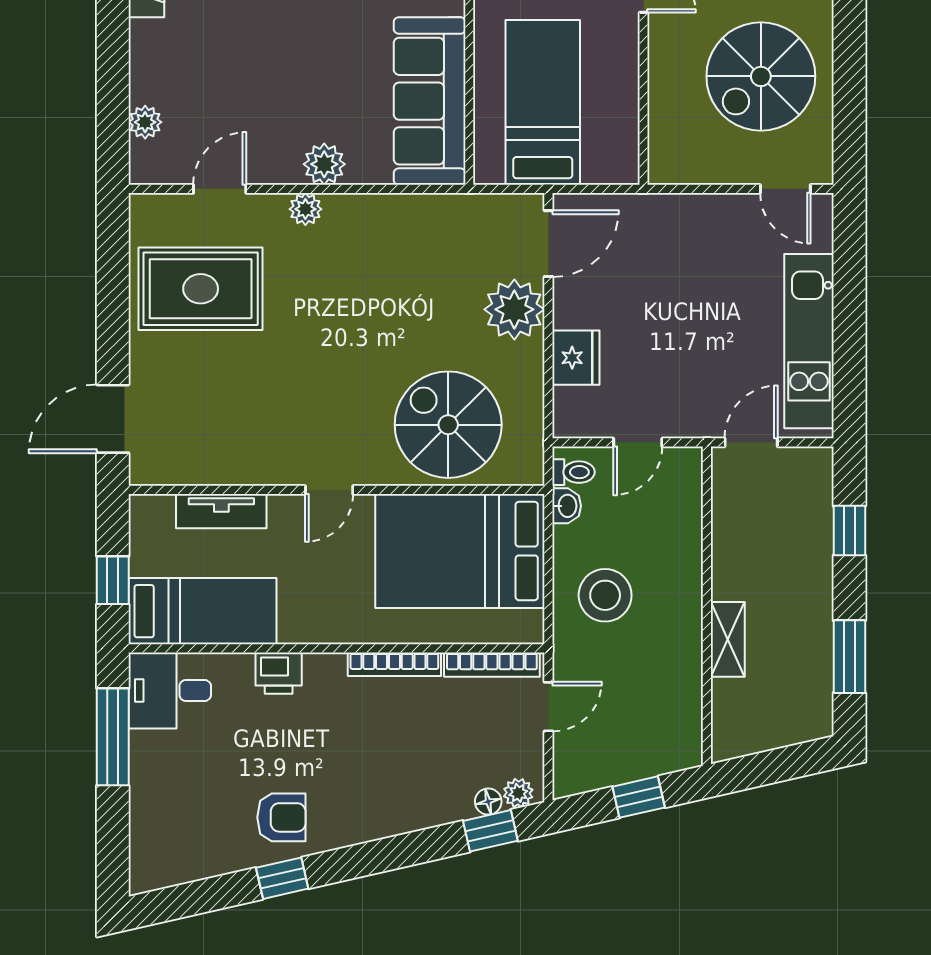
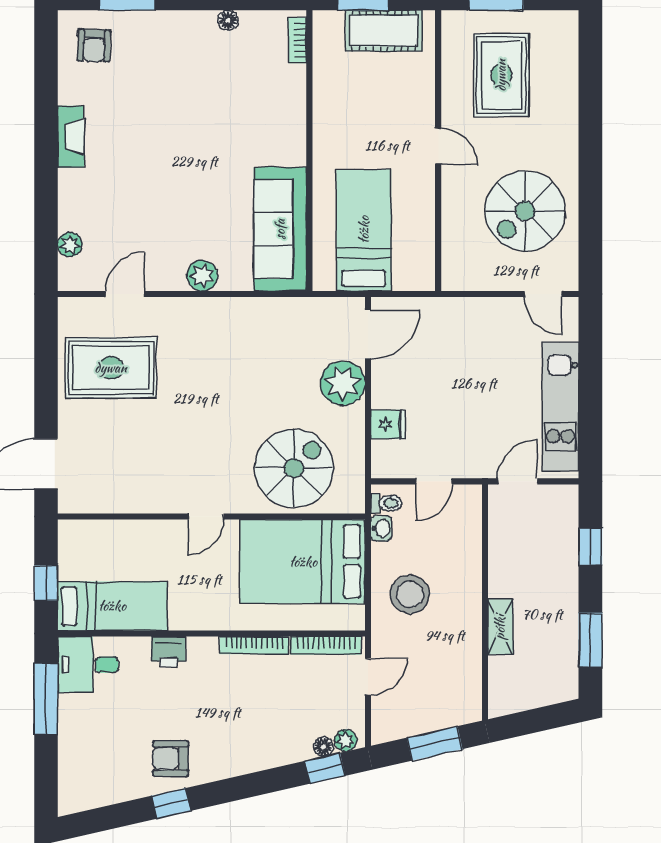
plant: (305, 209) -> (188, 309), removed
fridge: (576, 358) -> (388, 424), width x0.72
spiral stairs: (448, 425) -> (294, 468), turned 90
tv unit: (221, 511) -> (126, 532), removed
window: (639, 797) -> (435, 743), width x1.50
armchair: (281, 817) -> (171, 758), turned 180

